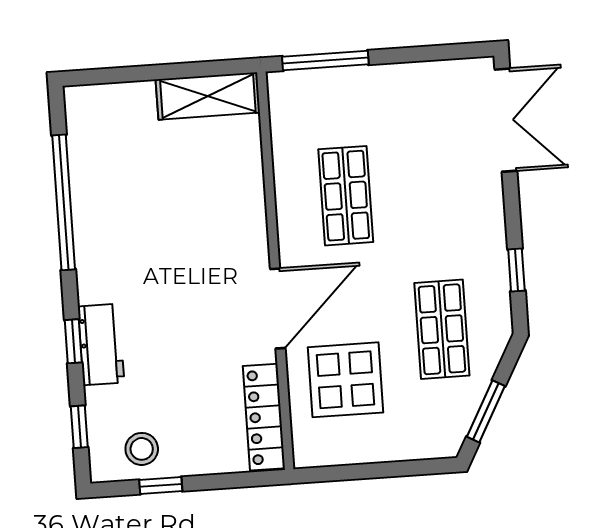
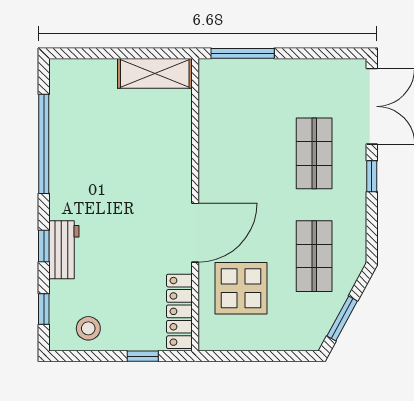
shop shelf: (346, 196) -> (314, 153), moved
window: (516, 270) -> (372, 176), moved
window: (161, 485) -> (143, 356), moved

